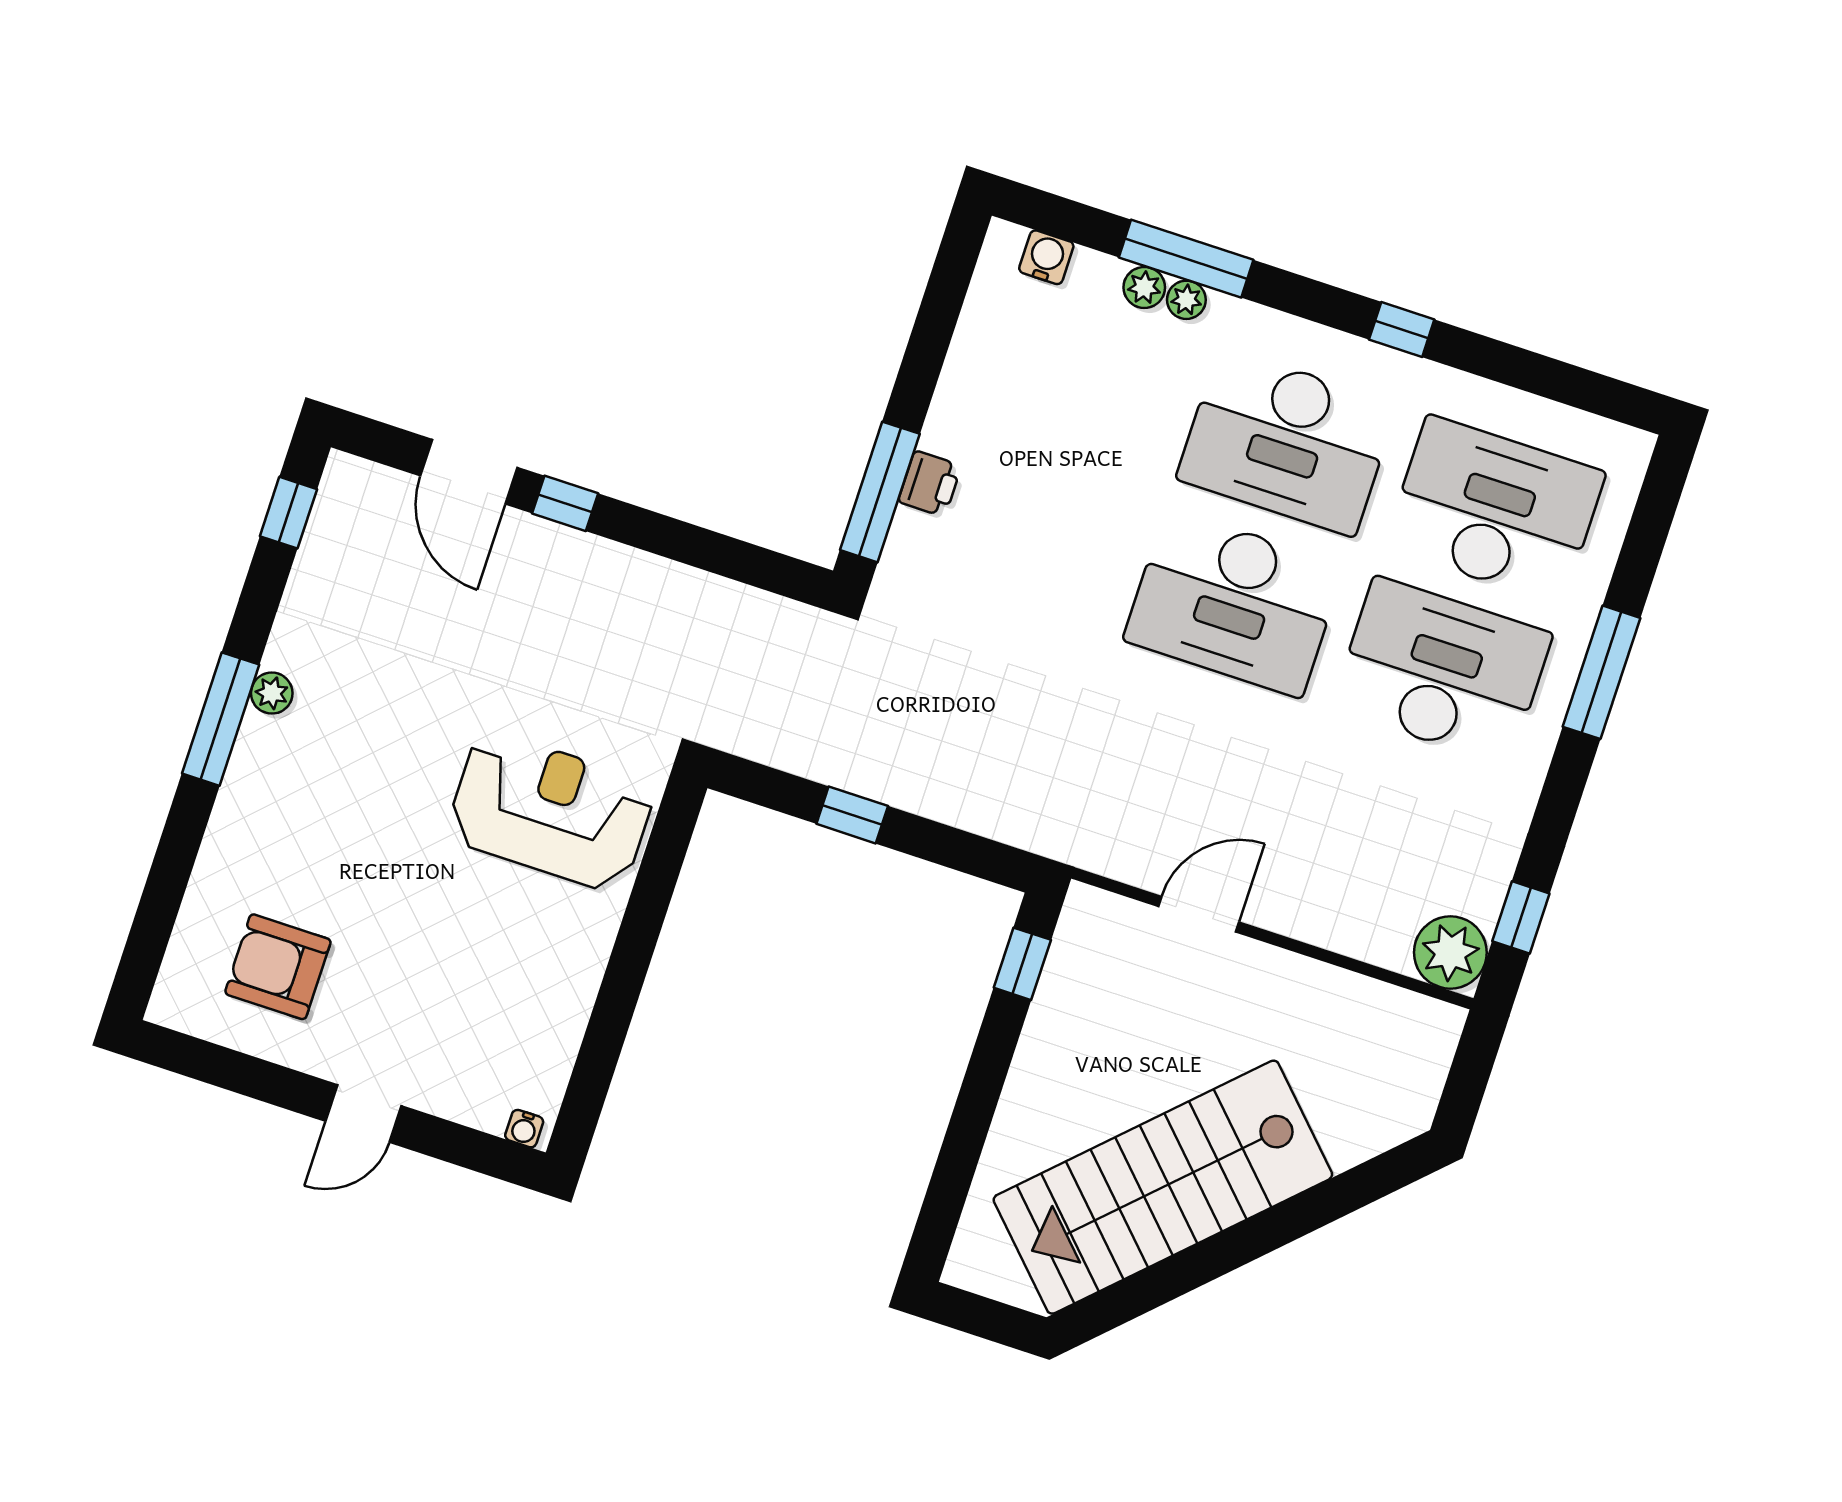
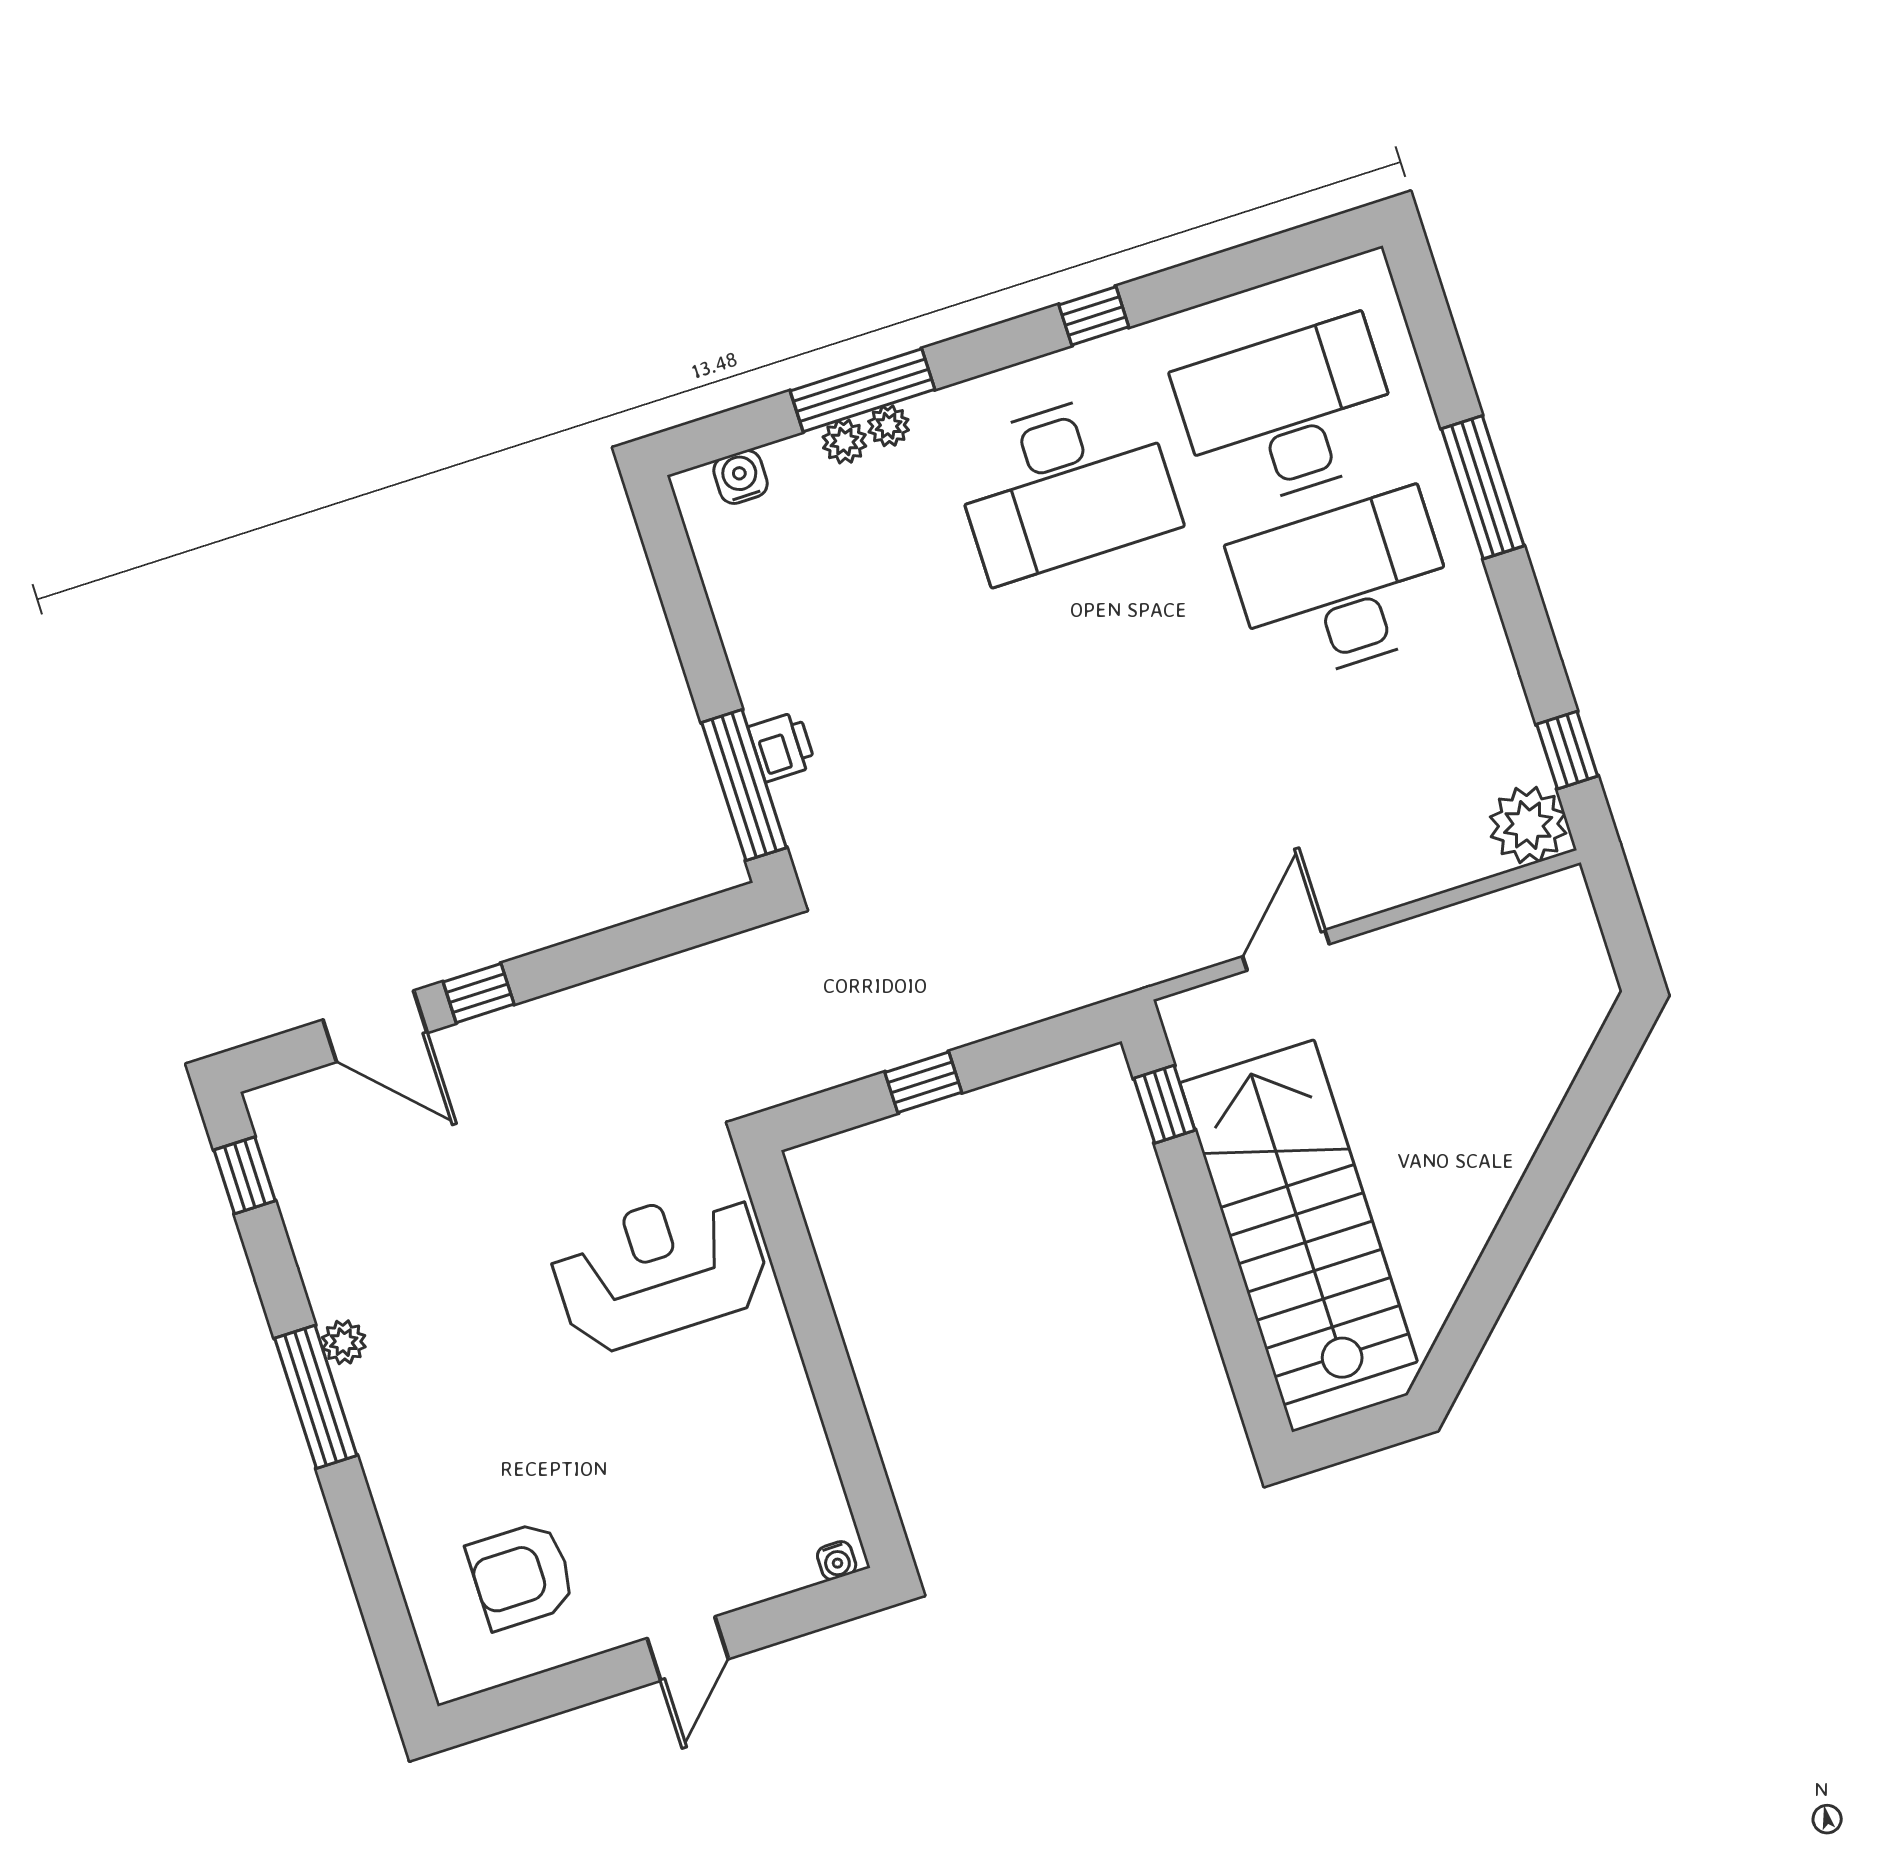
desk: (1234, 603) -> (1120, 658), removed
stairs: (1163, 1187) -> (1299, 1222), moved, turned 134

